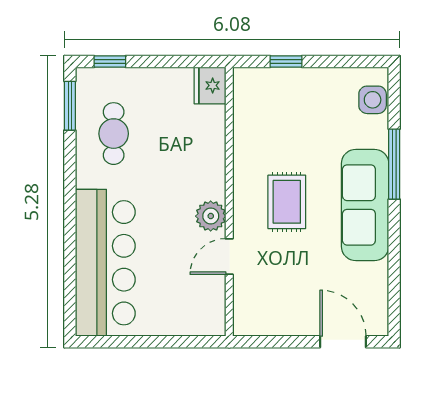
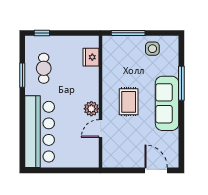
window: (286, 62) -> (128, 33), width x2.17
fridge: (210, 85) -> (91, 57), moved
side table: (373, 100) -> (152, 49), moved
window: (70, 106) -> (22, 75), moved

